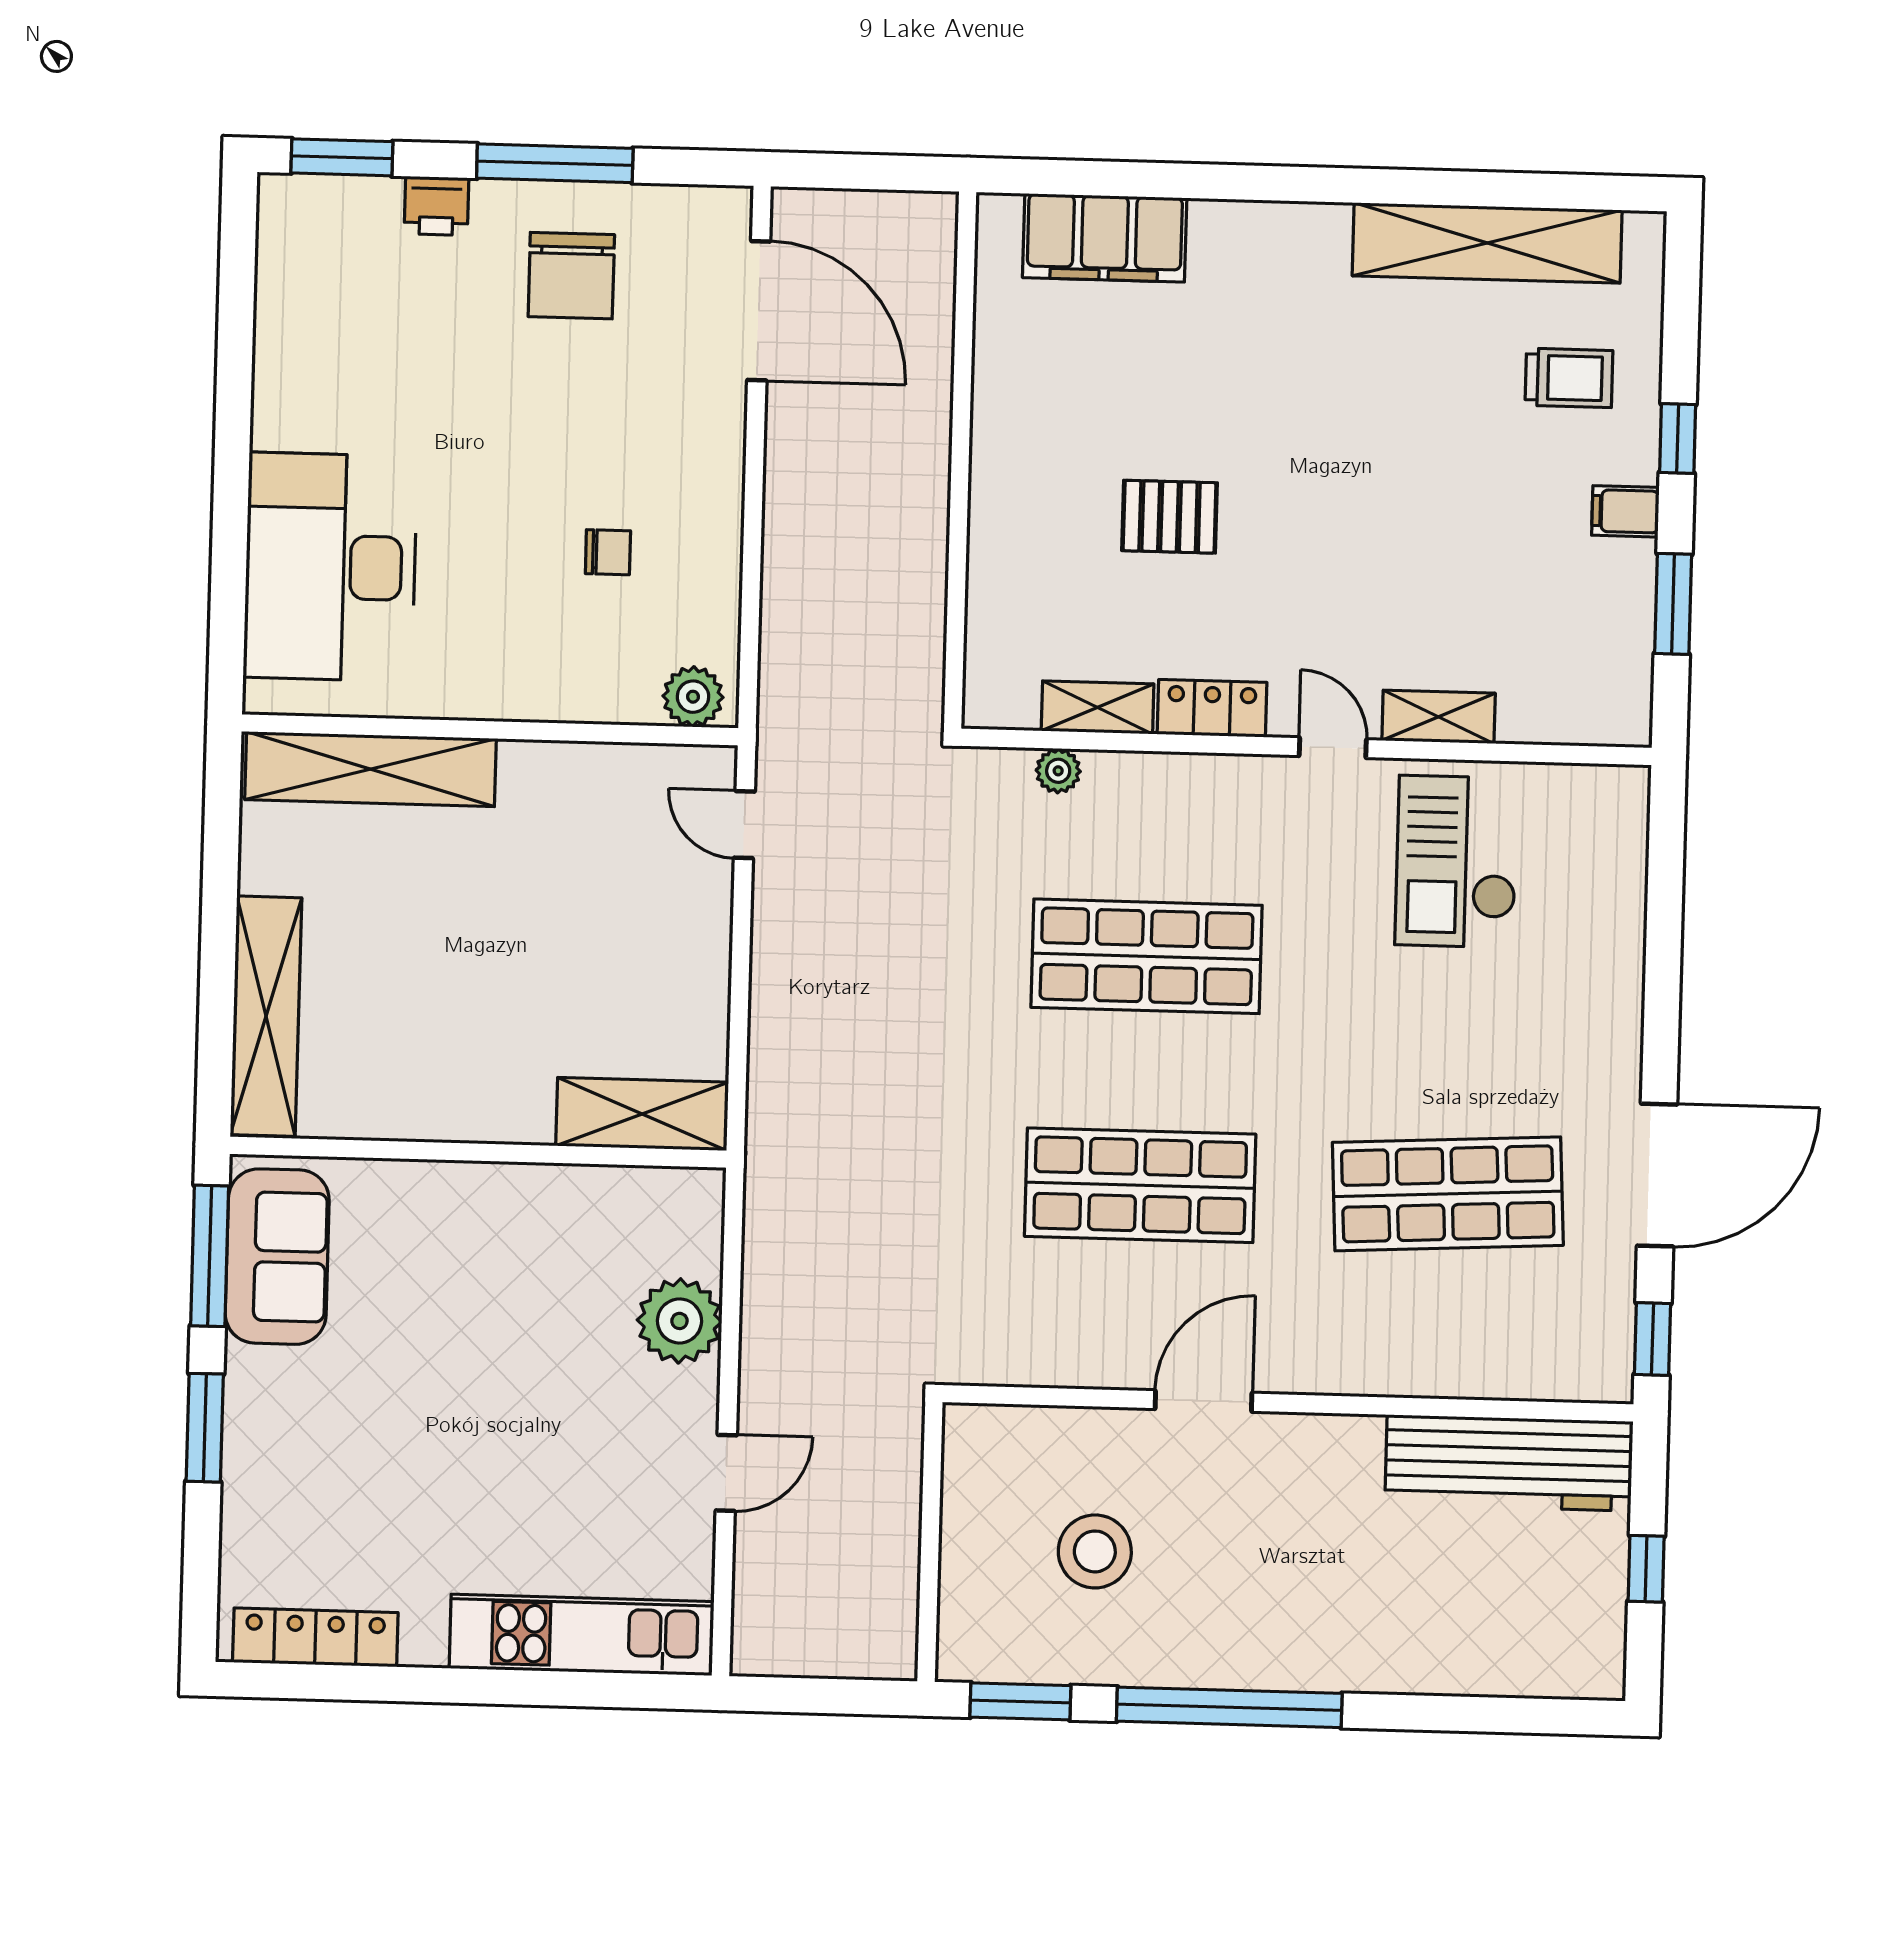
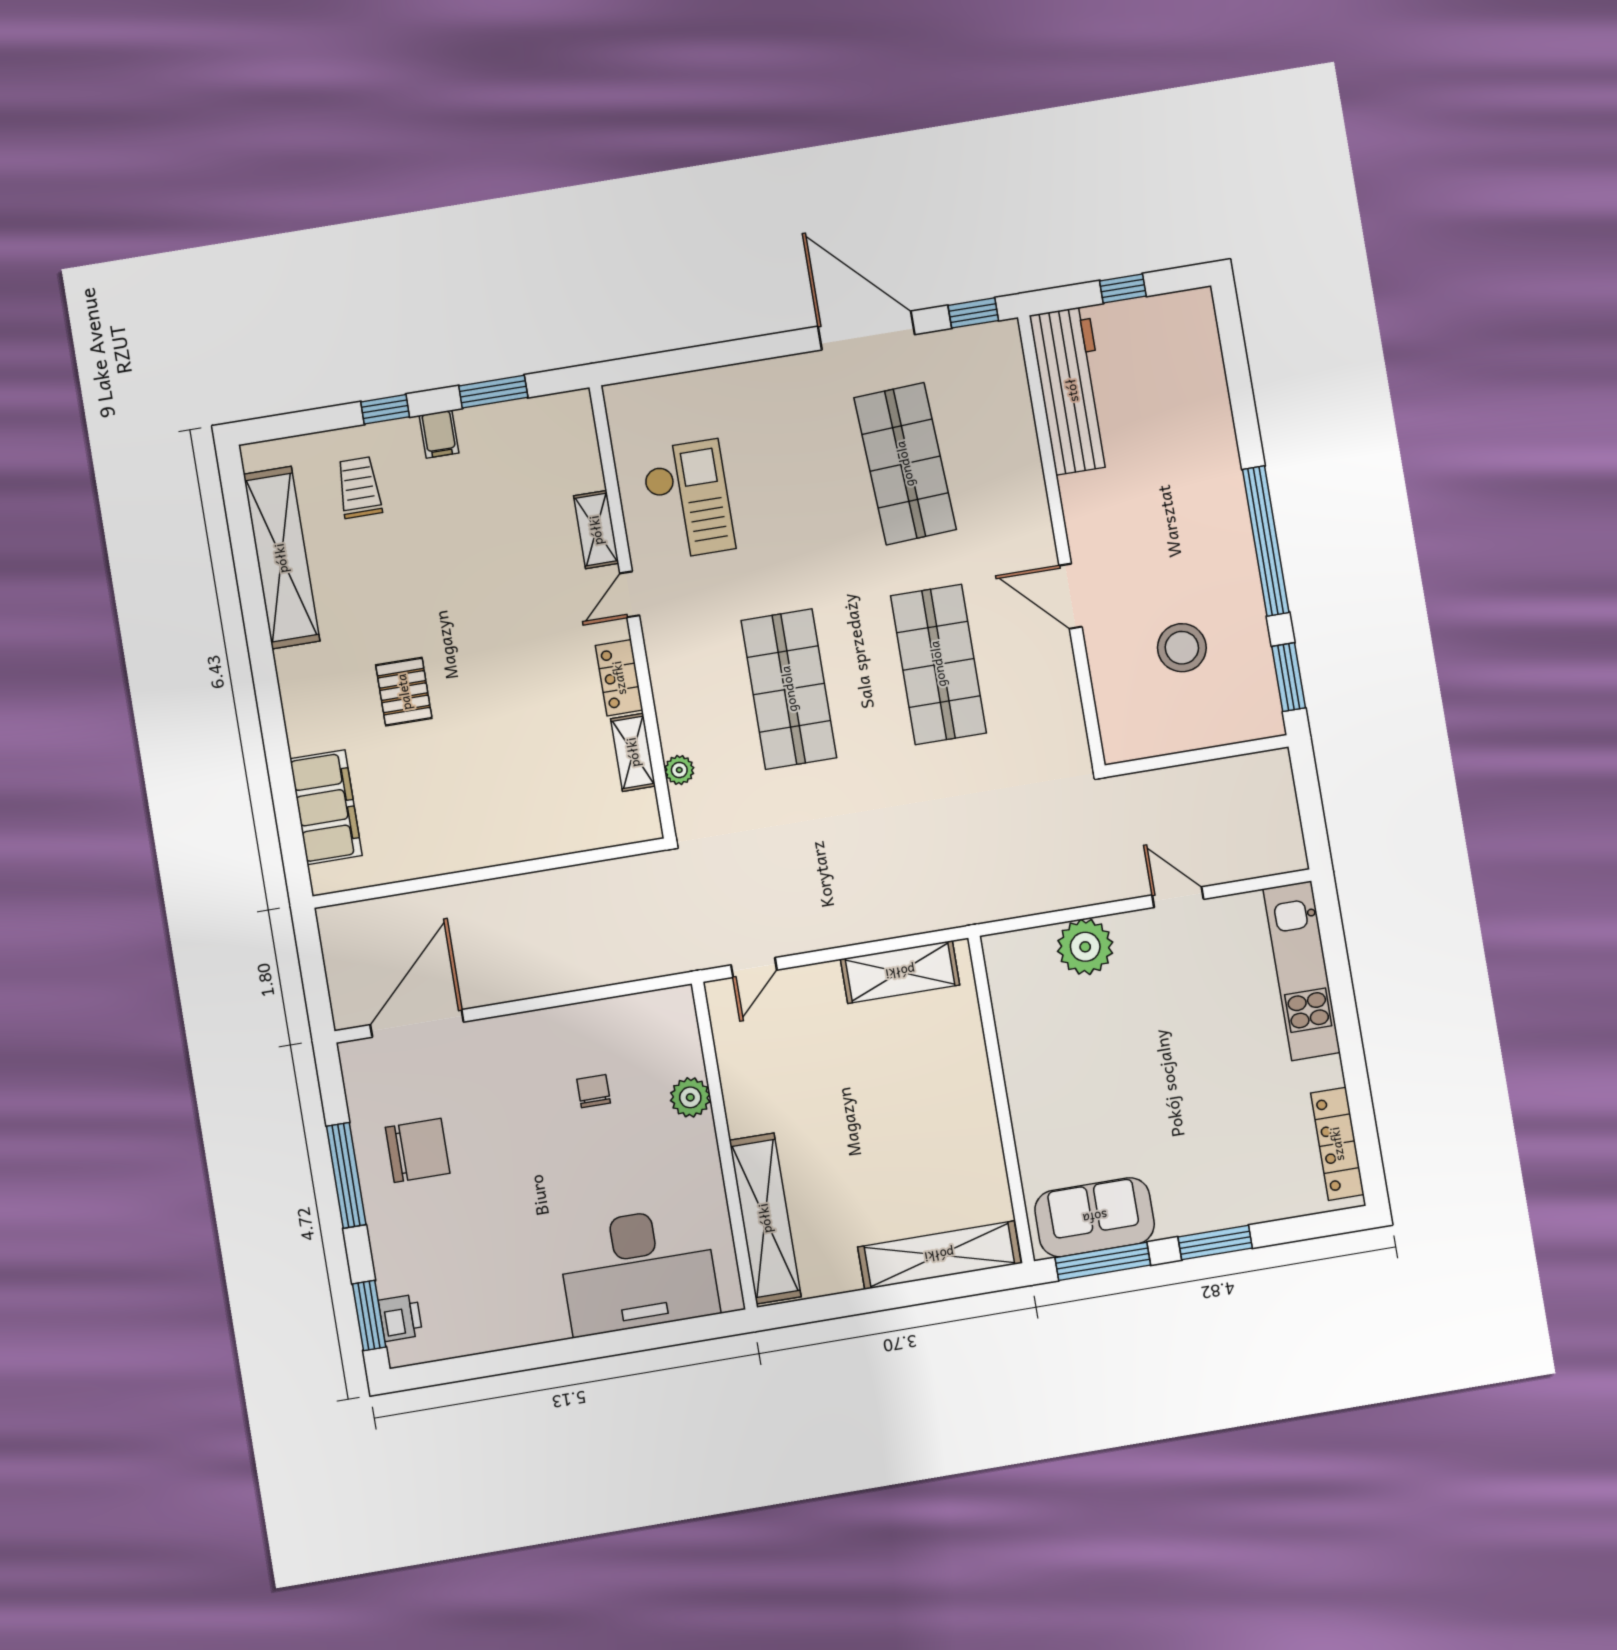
printer: (436, 206) -> (400, 1318), moved
pallet: (1170, 517) -> (404, 692), moved
plant: (693, 697) -> (690, 1097), moved
checkout: (1457, 861) -> (688, 500), turned -90
shelving: (642, 1114) -> (900, 972), moved, turned 90

